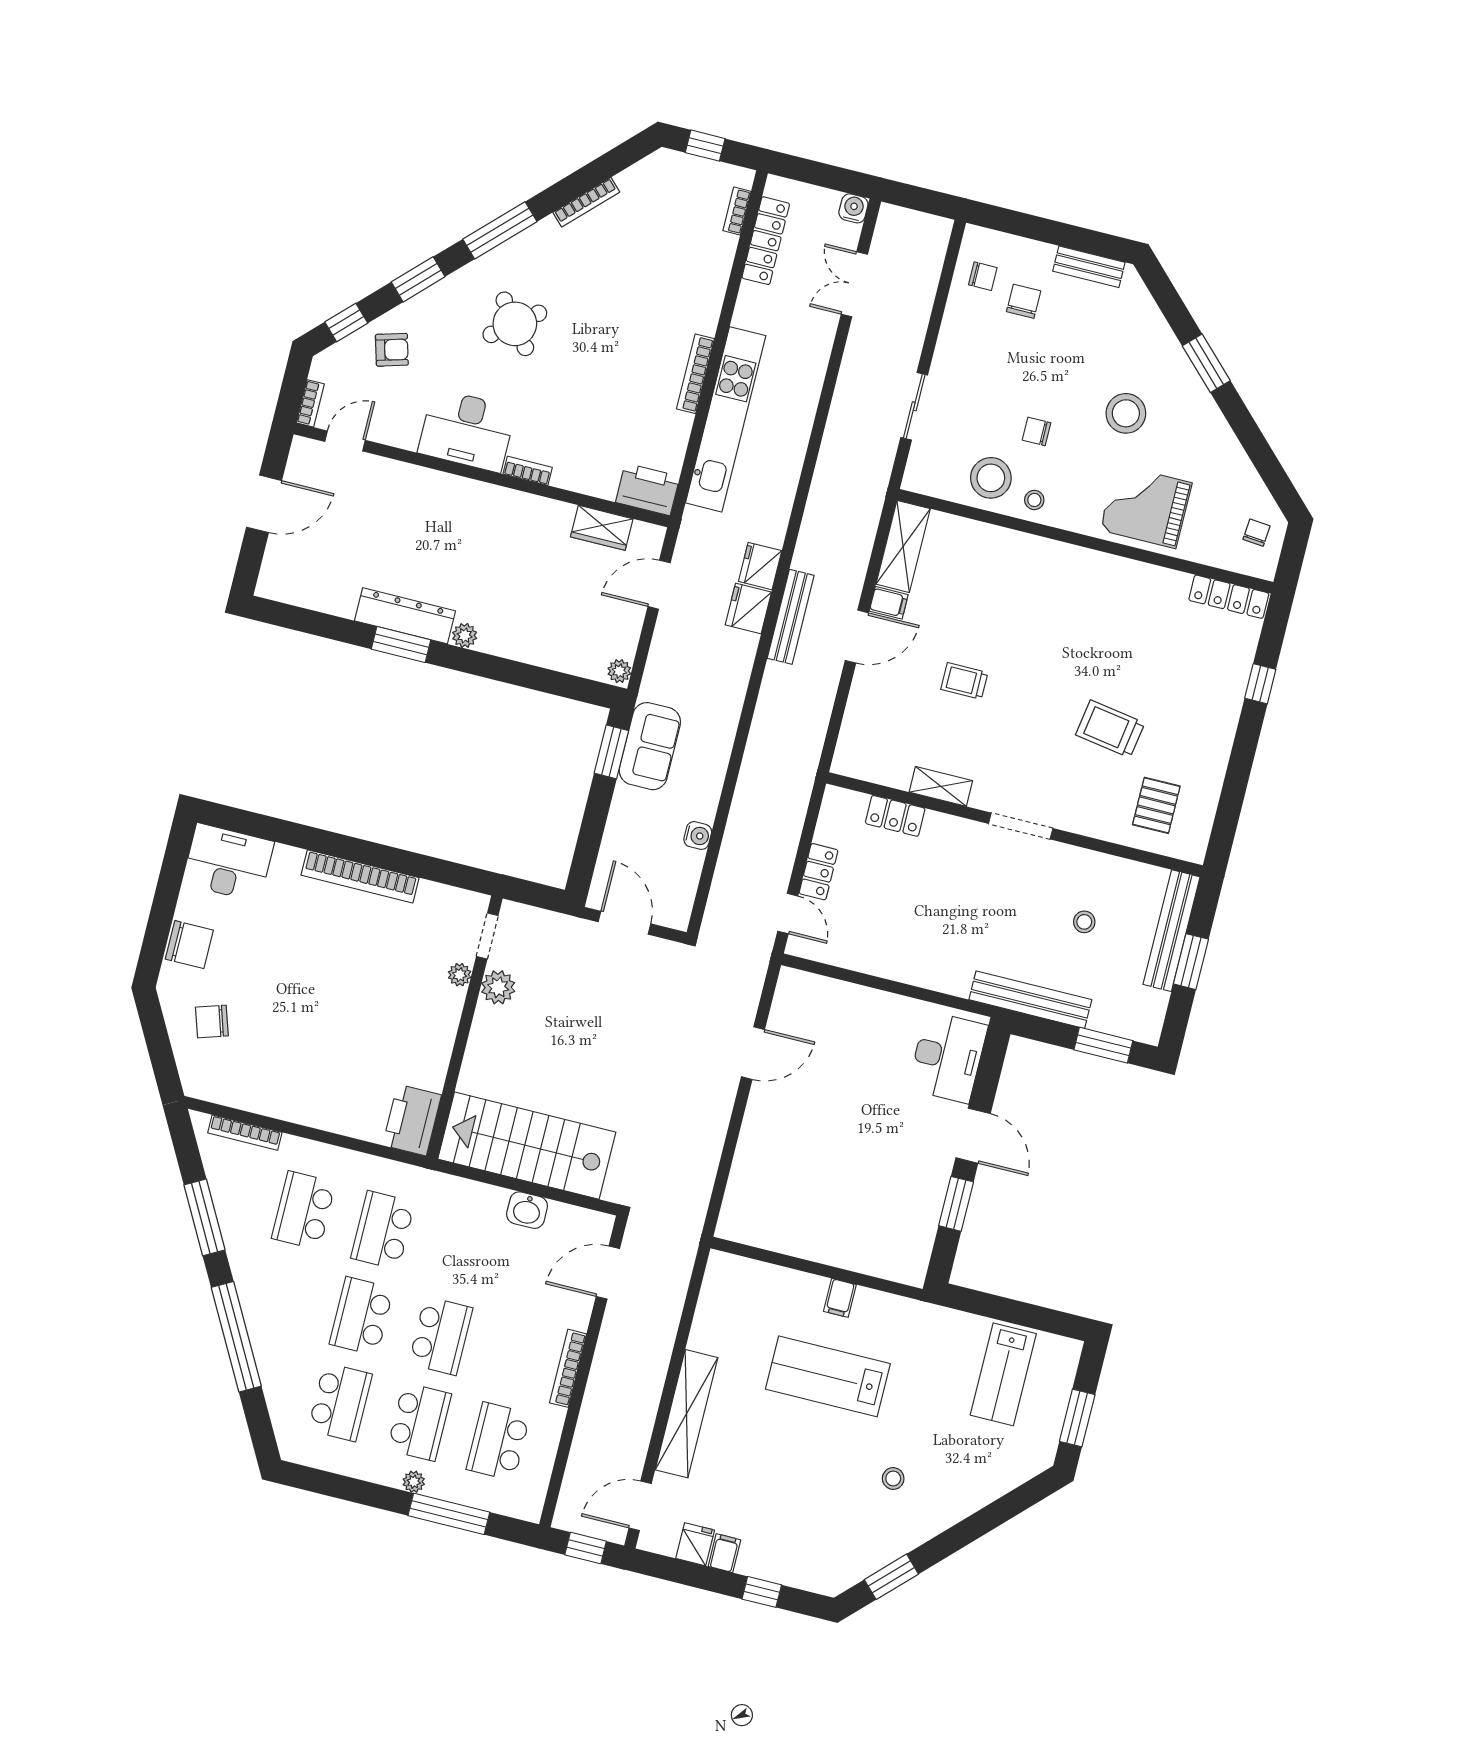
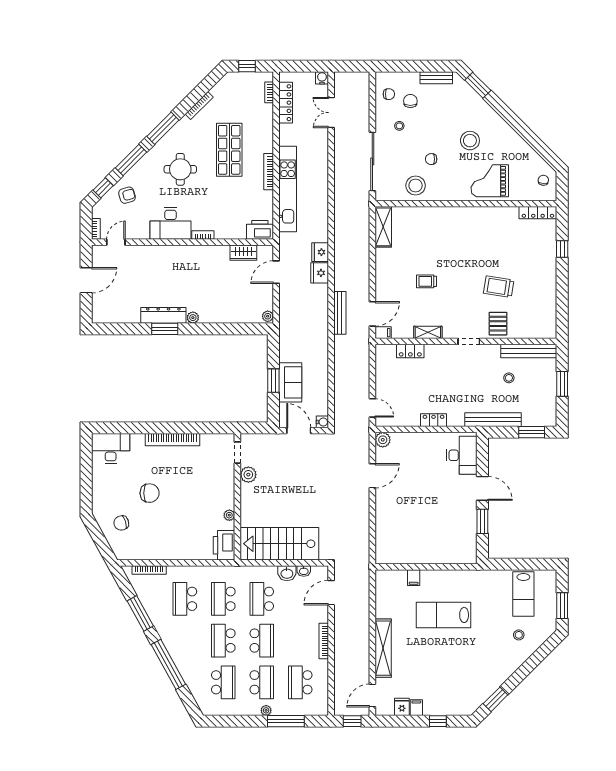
window: (418, 279) -> (131, 160), width x1.44
shop shelf: (626, 309) -> (229, 150), added
round table: (515, 324) -> (180, 169), turned 38
window: (1206, 363) -> (478, 85), moved
sliding door: (914, 406) -> (372, 161), width x1.86
stool: (1034, 500) -> (399, 126), moved
filing cabinet: (889, 603) -> (383, 333), moved
bench: (791, 617) -> (340, 313), moved
door: (857, 637) -> (372, 314), moved
sofa: (650, 746) -> (290, 382), moved
window: (611, 752) -> (273, 381), moved
pallet: (1156, 805) -> (498, 324), moved
doorway: (1021, 826) -> (469, 341), width x0.73
water cooler: (698, 836) -> (322, 422), moved
locker: (818, 872) -> (434, 420), moved, turned -90
bench: (1171, 931) -> (529, 351), moved, turned 90
chair: (189, 945) -> (150, 493), moved
plant: (460, 975) -> (229, 515), moved
plant: (793, 985) -> (383, 440), added
washbasin: (563, 1214) -> (304, 571), added
school desk: (462, 1250) -> (262, 599), added
filing cabinet: (840, 1298) -> (414, 578), moved
stool: (893, 1479) -> (519, 635), moved

